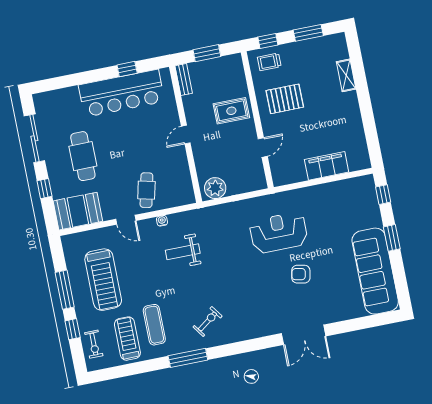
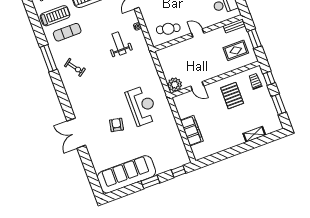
rug: (231, 111) -> (236, 50), moved, turned 90
plant: (215, 188) -> (175, 85), moved
cafe table: (146, 190) -> (168, 29), moved

